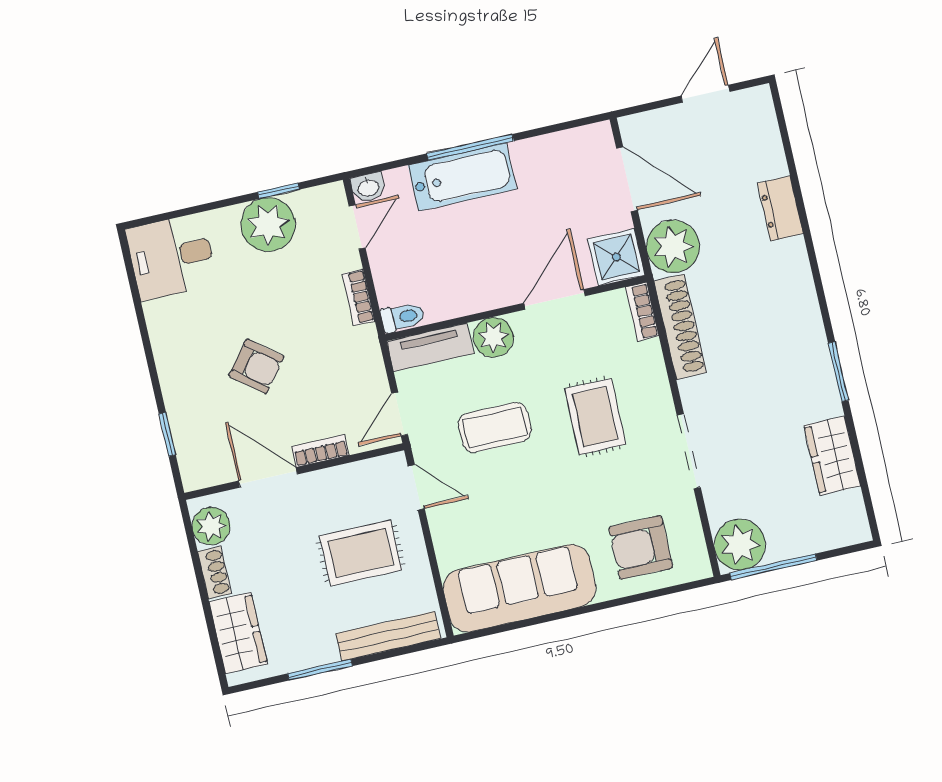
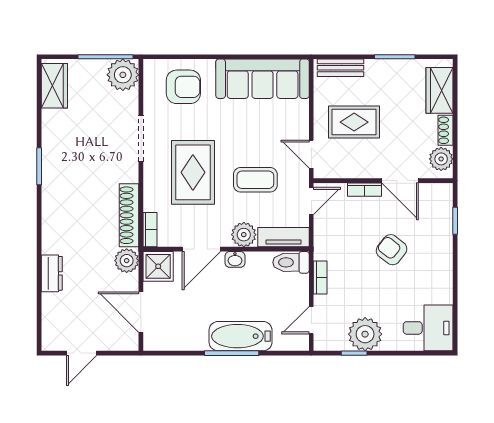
washbasin: (368, 187) -> (235, 259), moved, turned 180
plant: (673, 246) -> (127, 261), width x0.73, depth x0.73
toilet: (403, 317) -> (291, 262), width x1.37, depth x1.39
rug: (595, 417) -> (193, 172), width x1.36, depth x1.43
wardrobe: (832, 456) -> (54, 86), moved
bench: (388, 636) -> (340, 68), width x0.73

